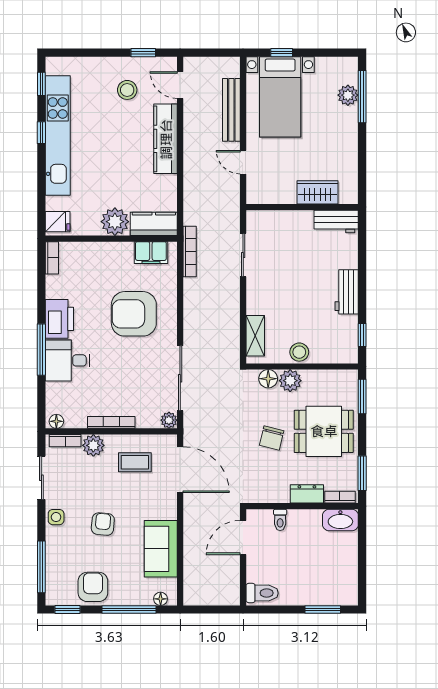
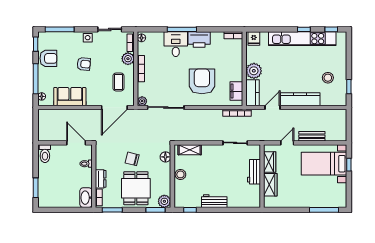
door: (180, 85) -> (273, 107), moved
plant: (348, 95) -> (325, 202), removed
bench: (231, 110) -> (312, 136), width x0.73
wardrobe: (277, 193) -> (270, 162), added
workbench: (336, 221) -> (254, 172), moved
plant: (290, 381) -> (164, 201), moved

